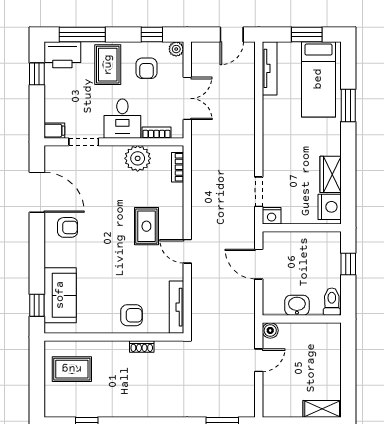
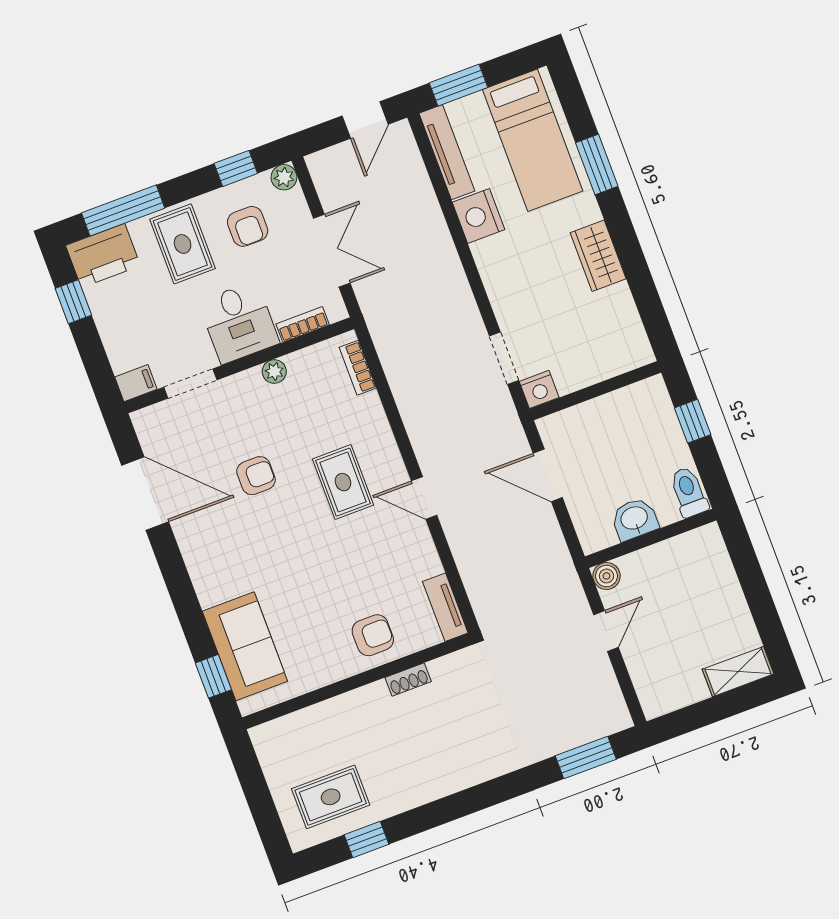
window: (307, 34) -> (458, 85), moved
plant: (138, 158) -> (274, 371), width x0.53, depth x0.53
wardrobe: (331, 174) -> (598, 256), moved
nightstand: (330, 207) -> (479, 216), moved, turned 180
armchair: (68, 227) -> (256, 476), moved
tv unit: (177, 307) -> (445, 607), width x0.71
rug: (72, 369) -> (331, 797), moved

